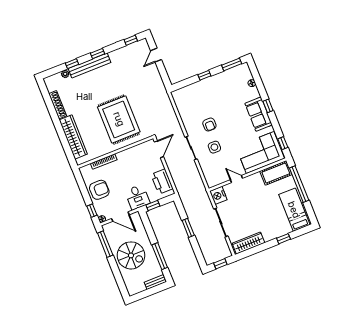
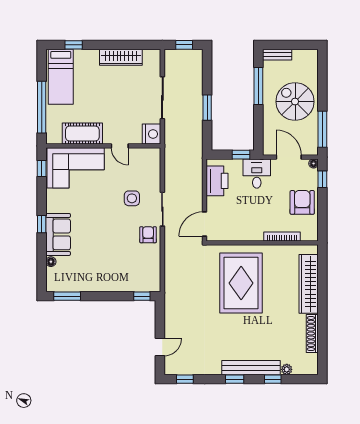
window: (204, 75) -> (142, 296), moved
sofa: (259, 114) -> (58, 234), moved
armchair: (209, 125) -> (148, 235), moved
cot: (276, 173) -> (82, 134), moved
armchair: (99, 190) -> (302, 202), turned 90
window: (284, 239) -> (74, 45), moved
wardrobe: (248, 243) -> (121, 57), moved

